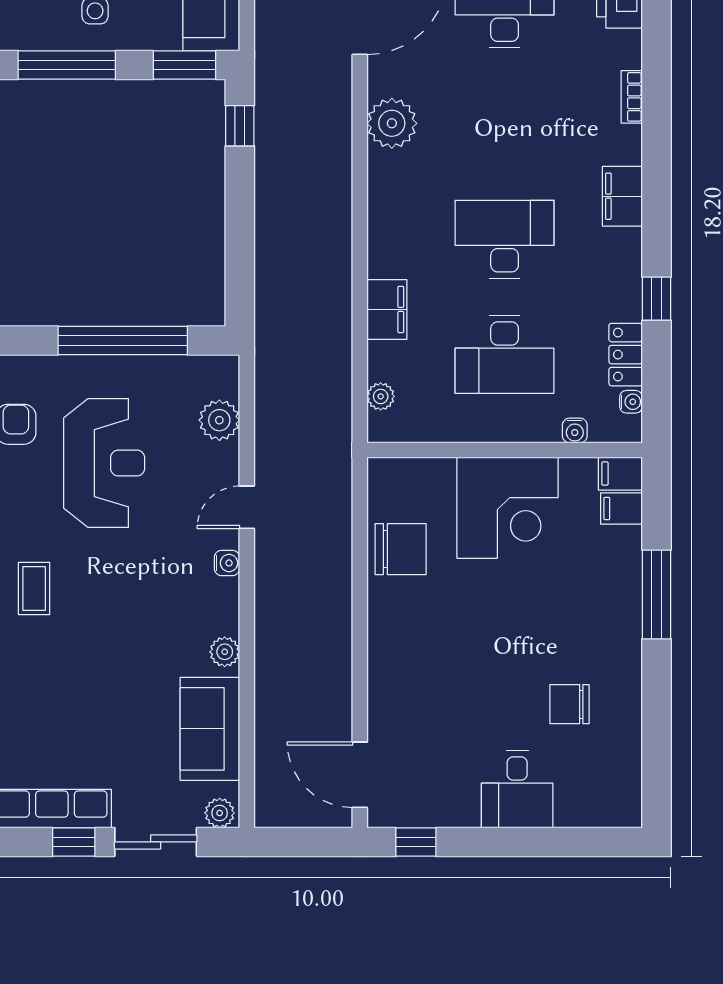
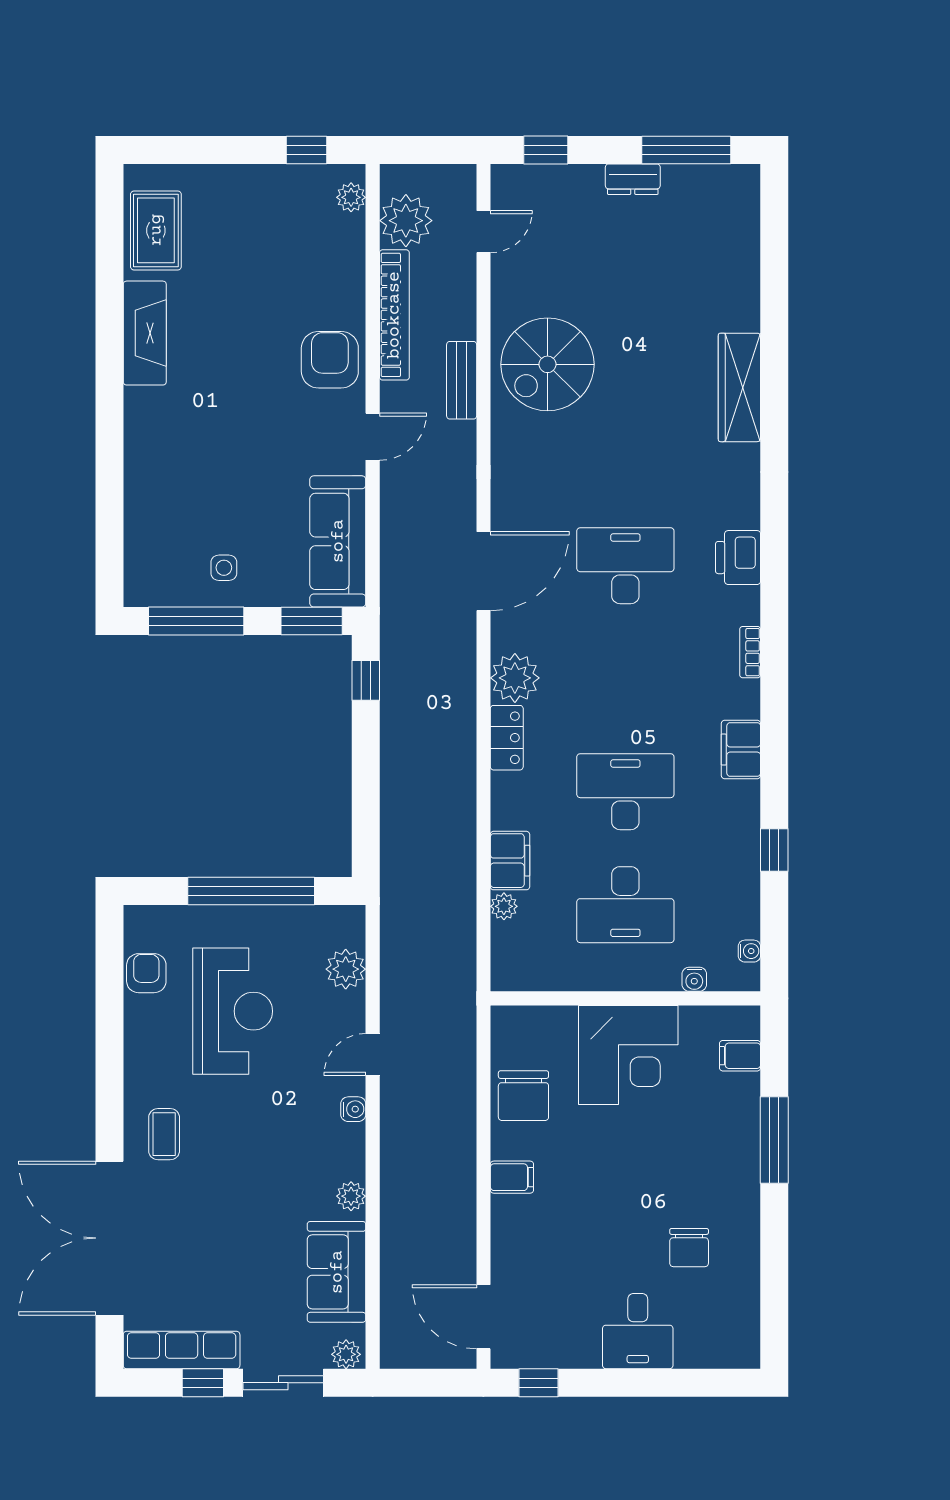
locker: (626, 355) -> (507, 738), moved, turned 180
plant: (381, 396) -> (504, 906), moved
filing cabinet: (620, 474) -> (512, 1177), moved, turned 180
chair: (401, 549) -> (523, 1096), turned 90
chair: (569, 704) -> (689, 1248), turned -90

